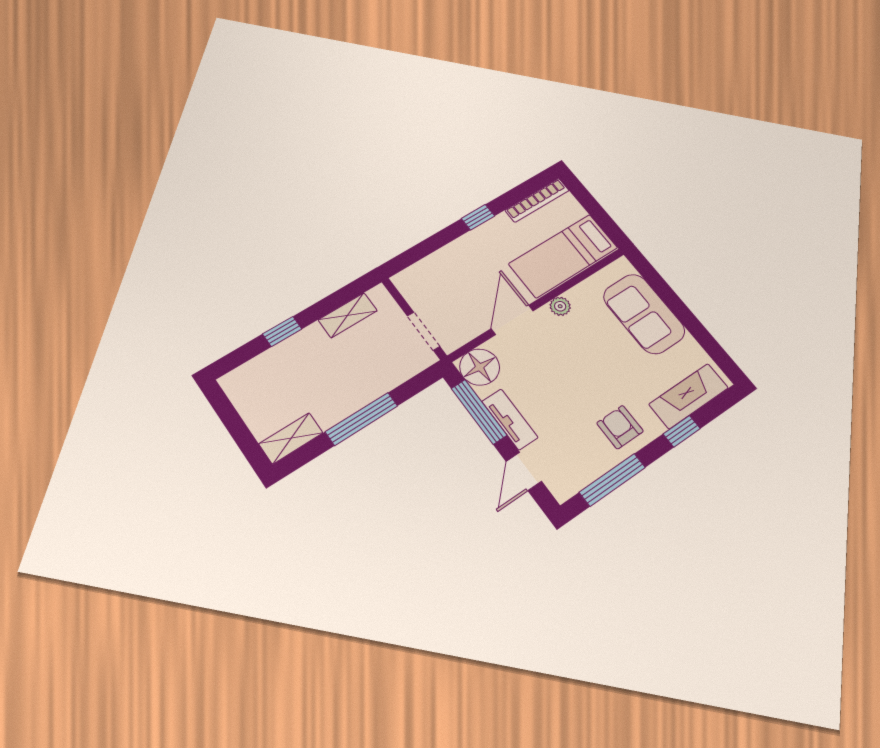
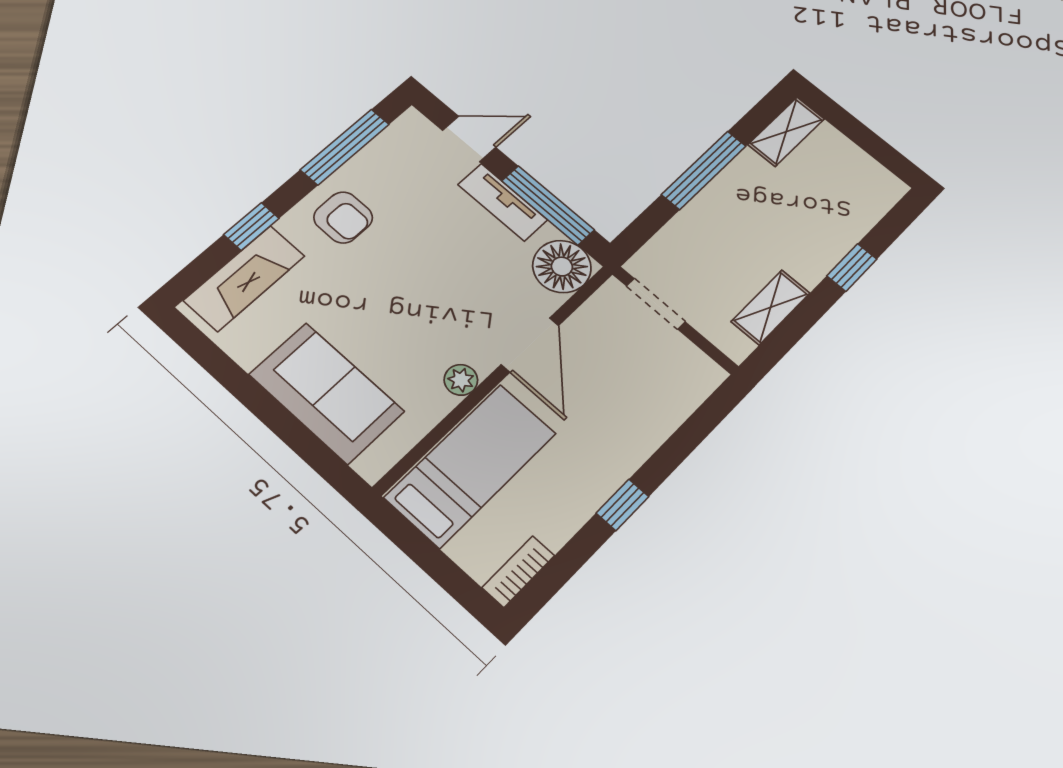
bookcase: (537, 200) -> (518, 572), width x0.64
door: (524, 471) -> (469, 139), hinge flipped

